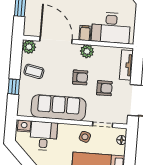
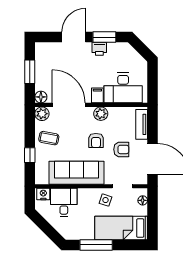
floor lamp: (29, 30) -> (41, 97), added
armchair: (80, 77) -> (96, 140), turned 90

